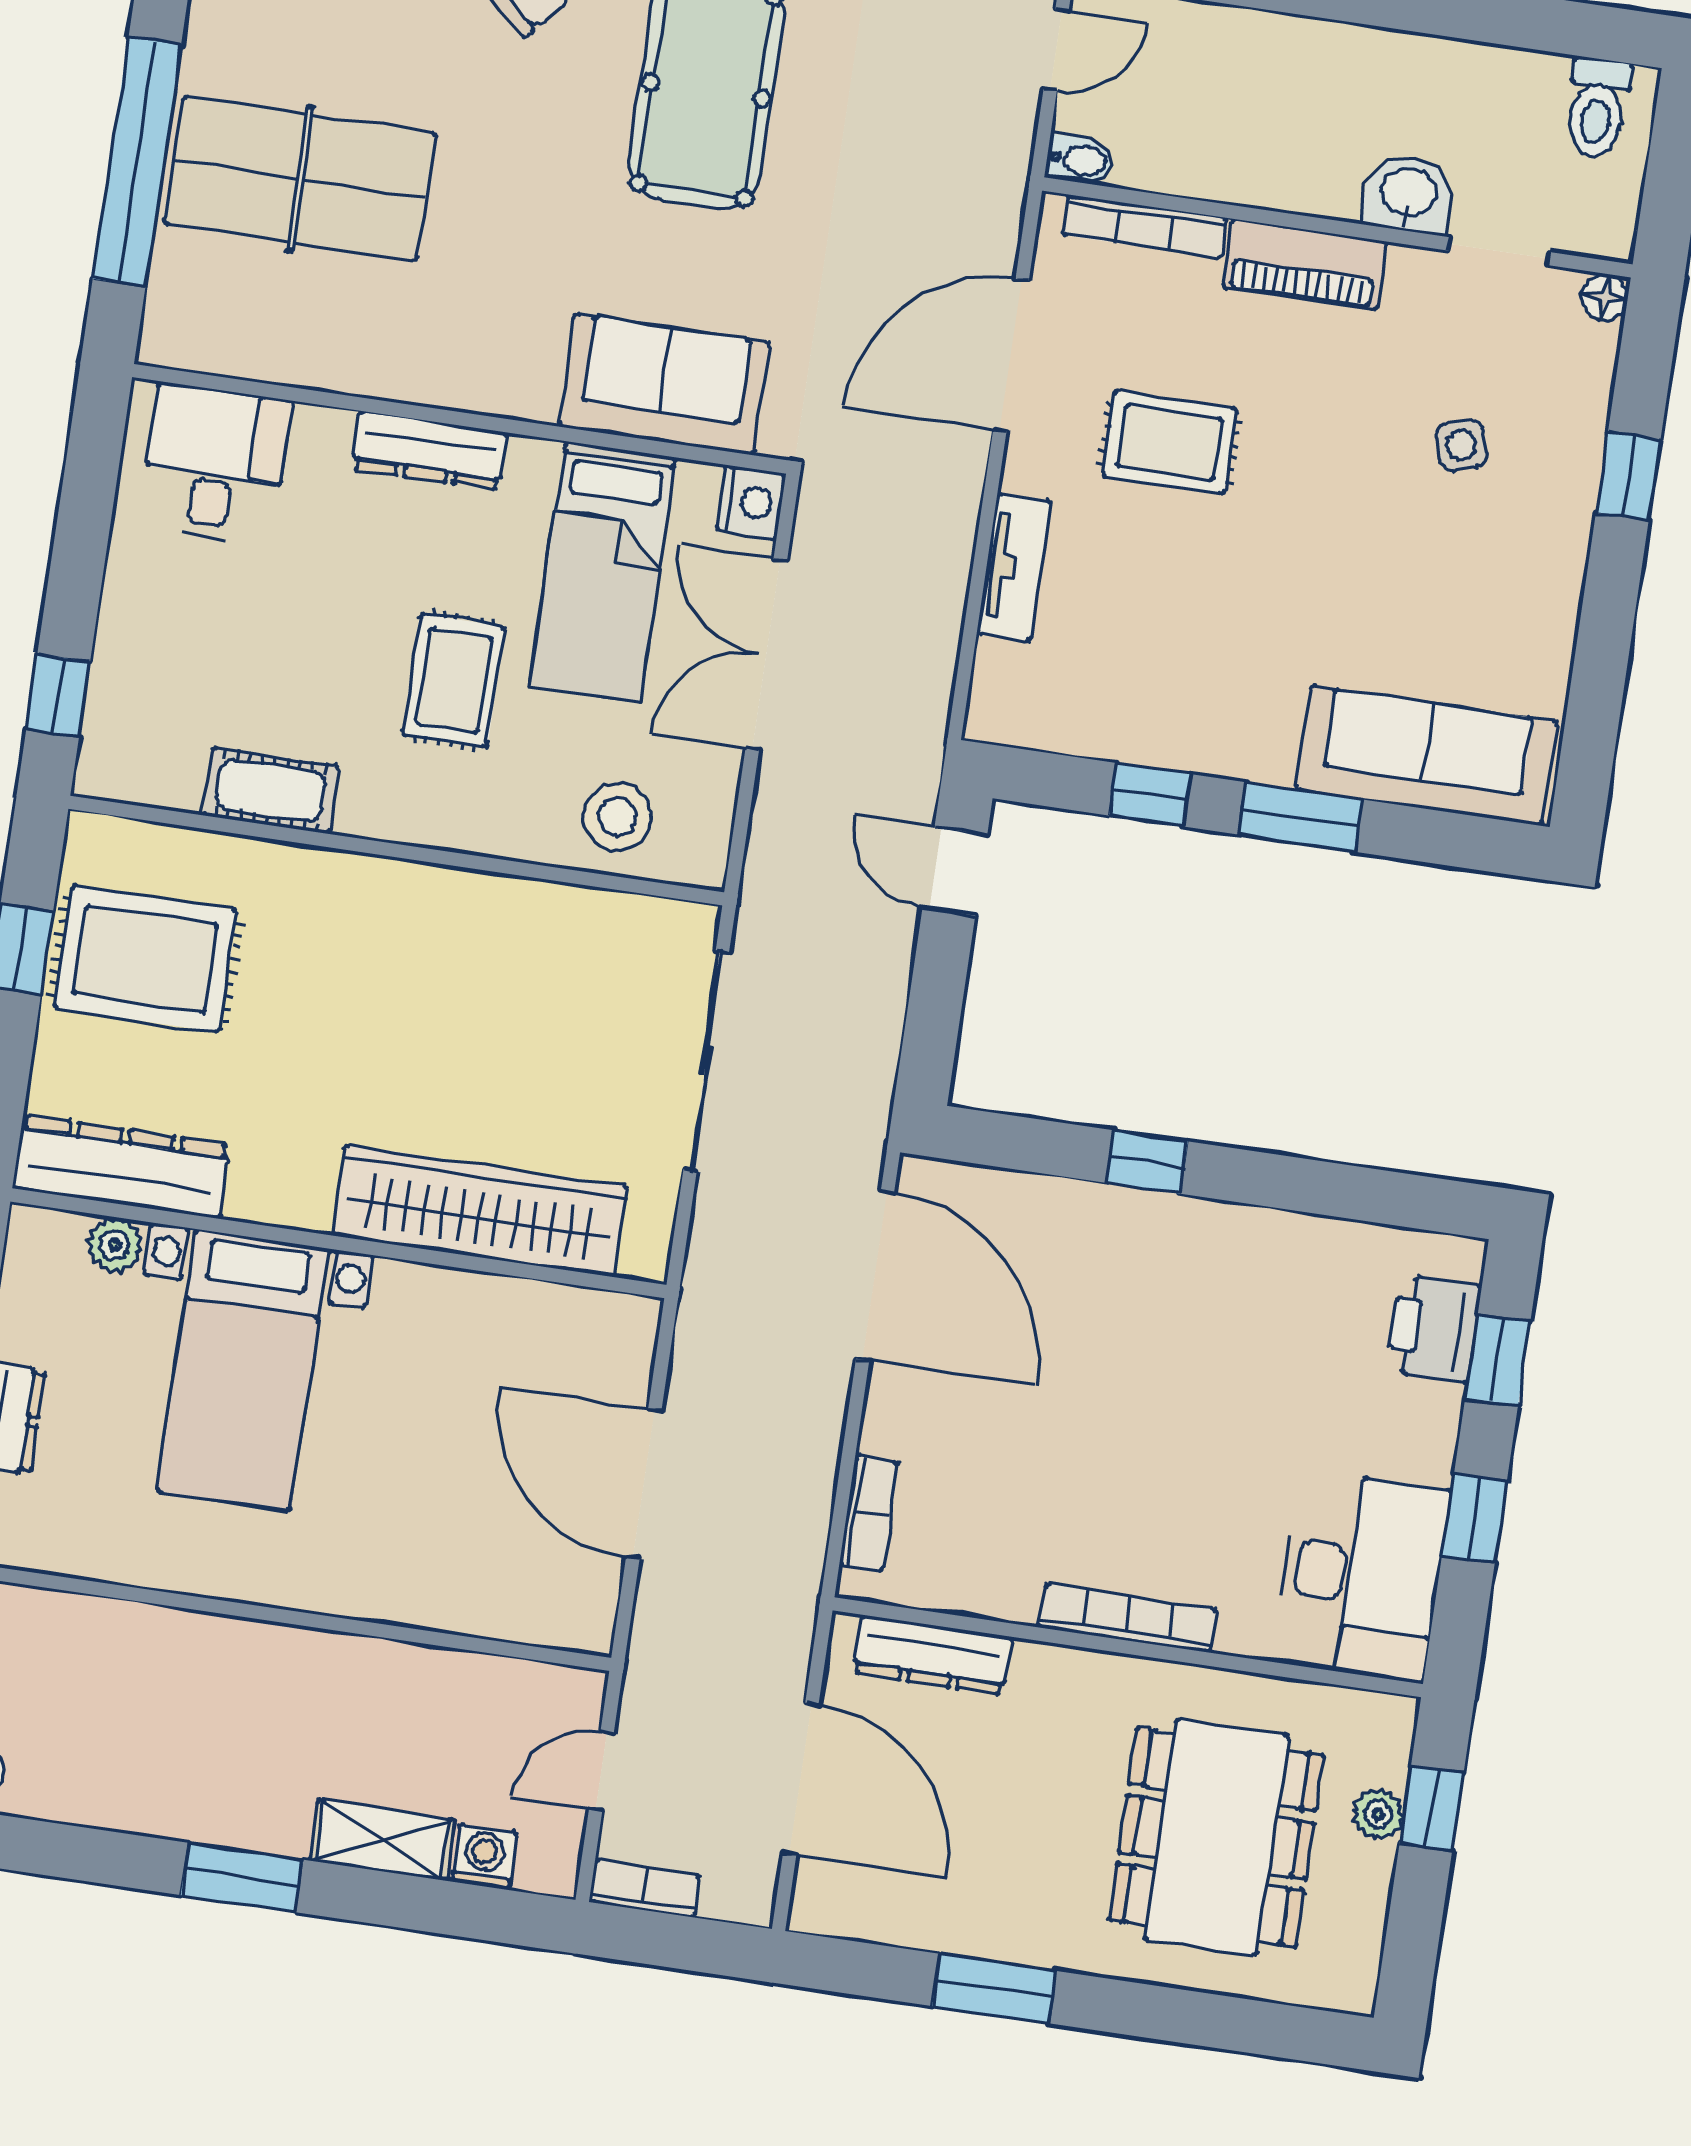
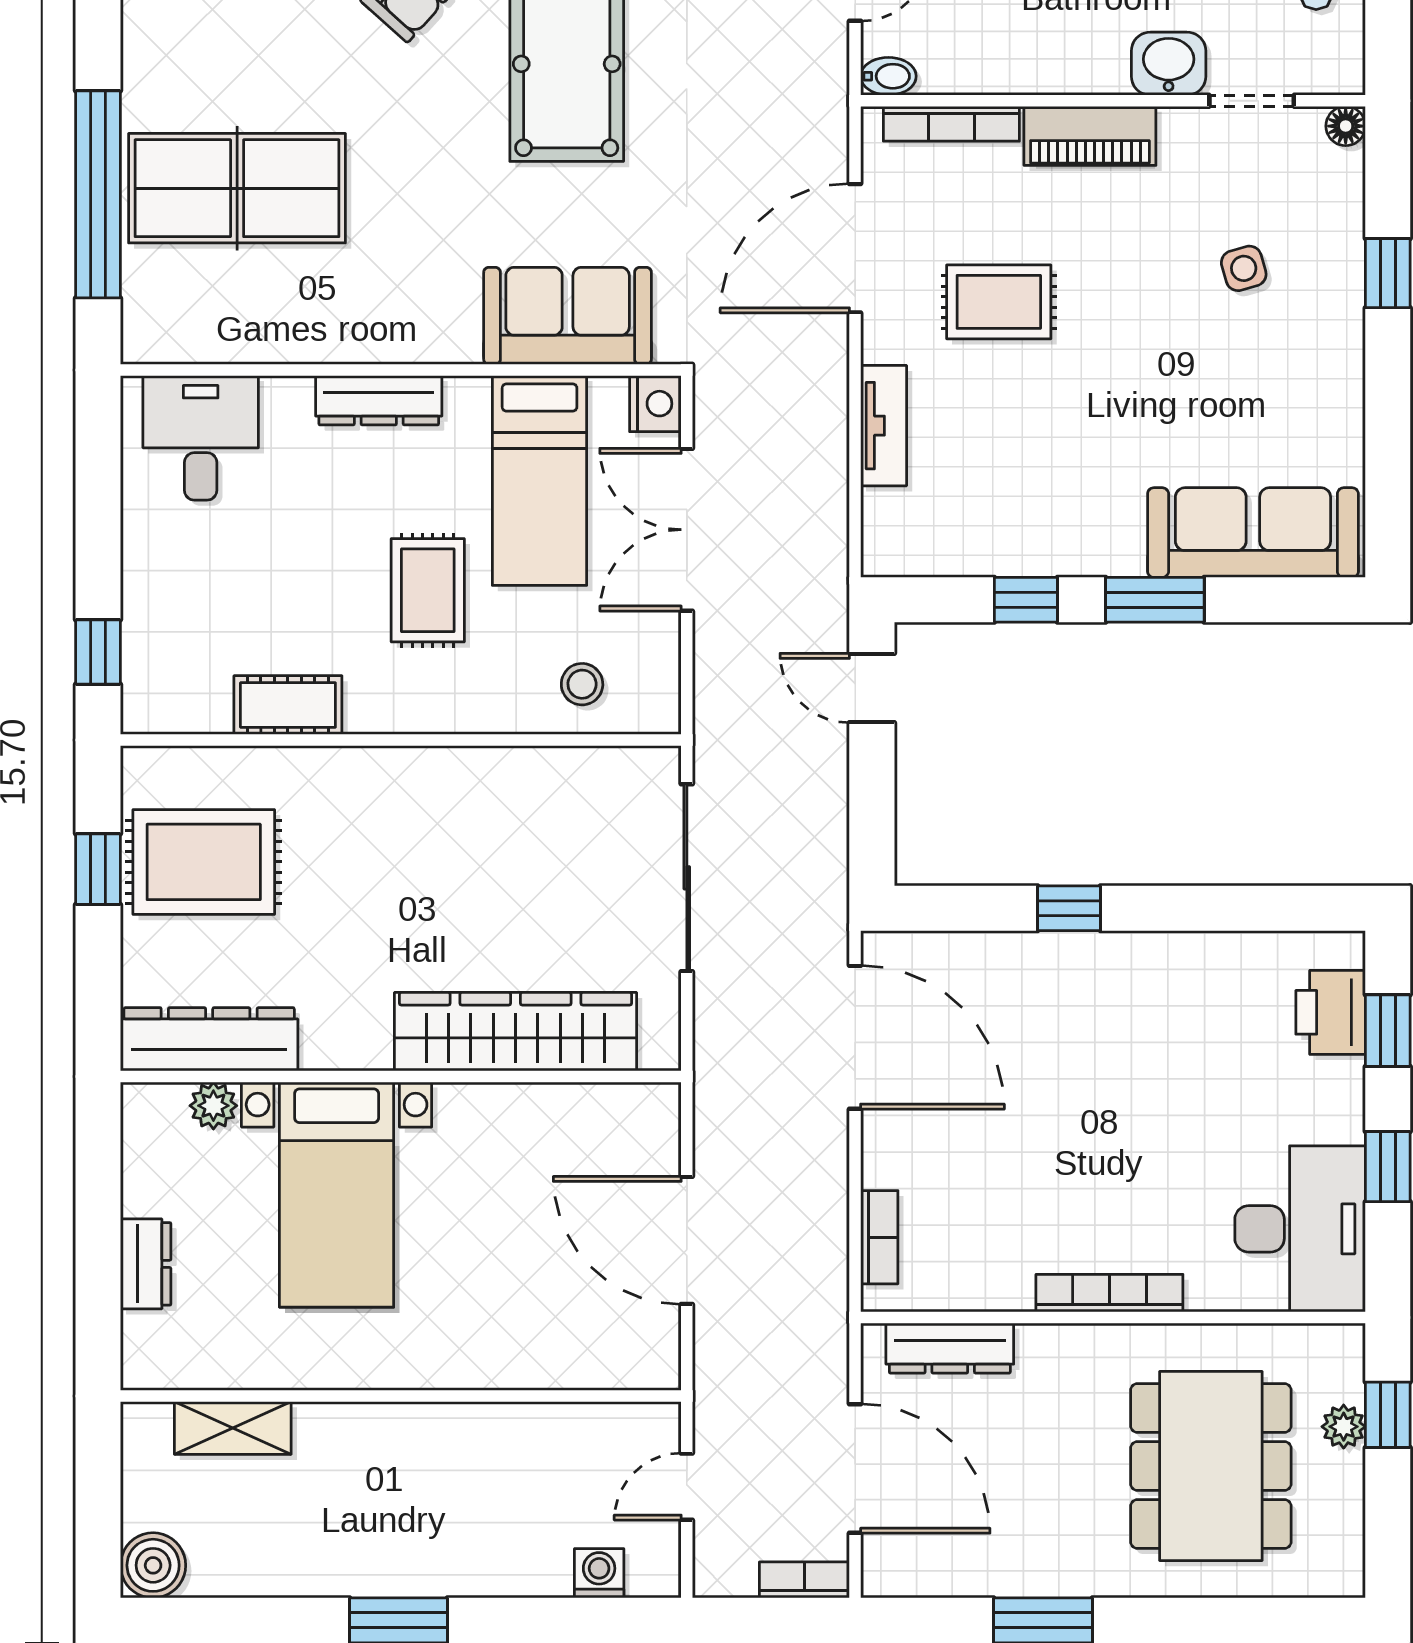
stool: (617, 817) -> (582, 684), width x0.73, depth x0.73
shelving: (382, 1840) -> (233, 1428), moved
bookcase: (644, 1889) -> (804, 1580), moved

